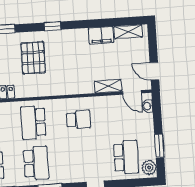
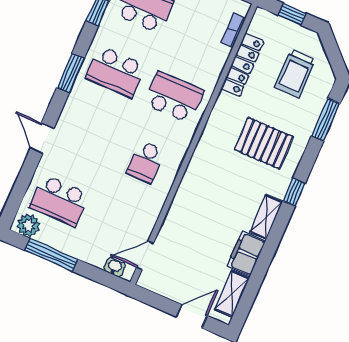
door: (154, 71) -> (192, 316), moved
shelving: (108, 86) -> (266, 217), moved
window: (159, 146) -> (51, 255), width x1.44

